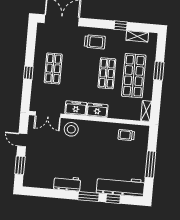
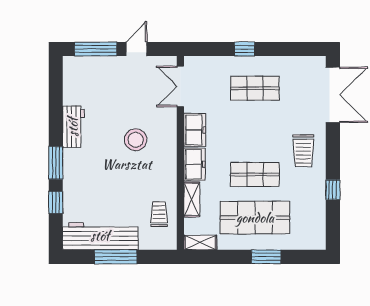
shelving: (137, 36) -> (192, 199), moved
stool: (71, 129) -> (136, 140), moved
window: (20, 165) -> (96, 49), width x1.44
workbench: (120, 186) -> (100, 236), moved, turned -90

